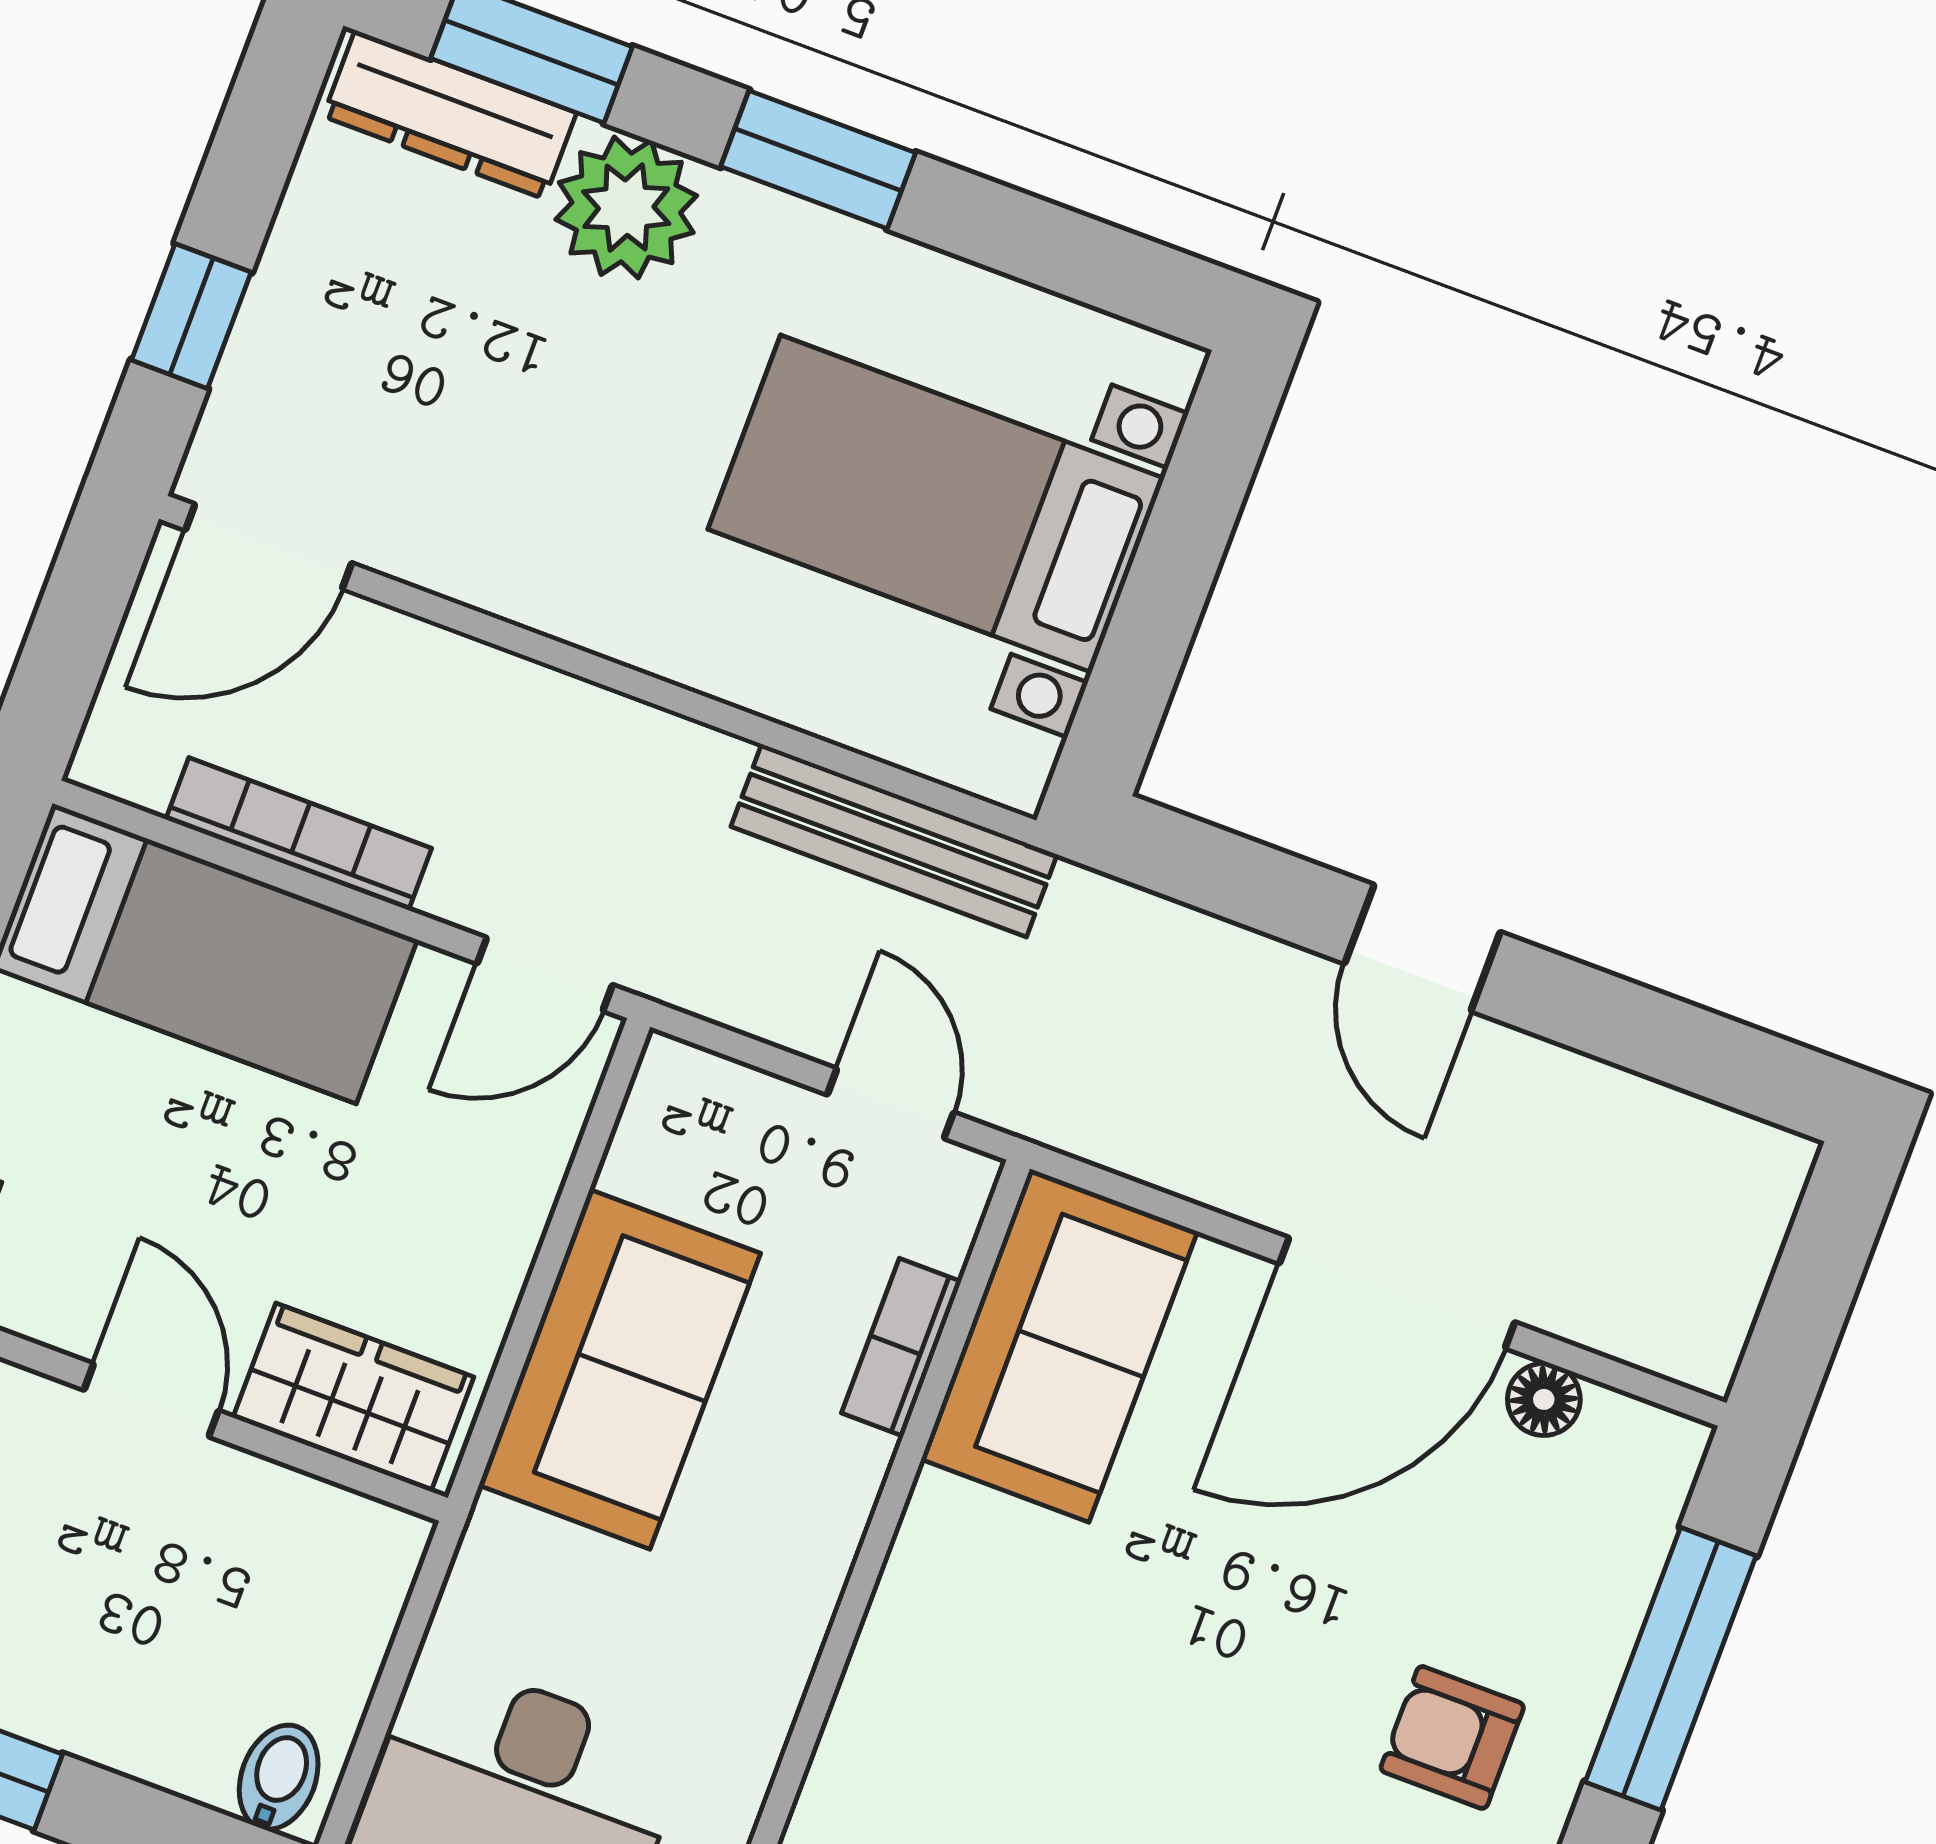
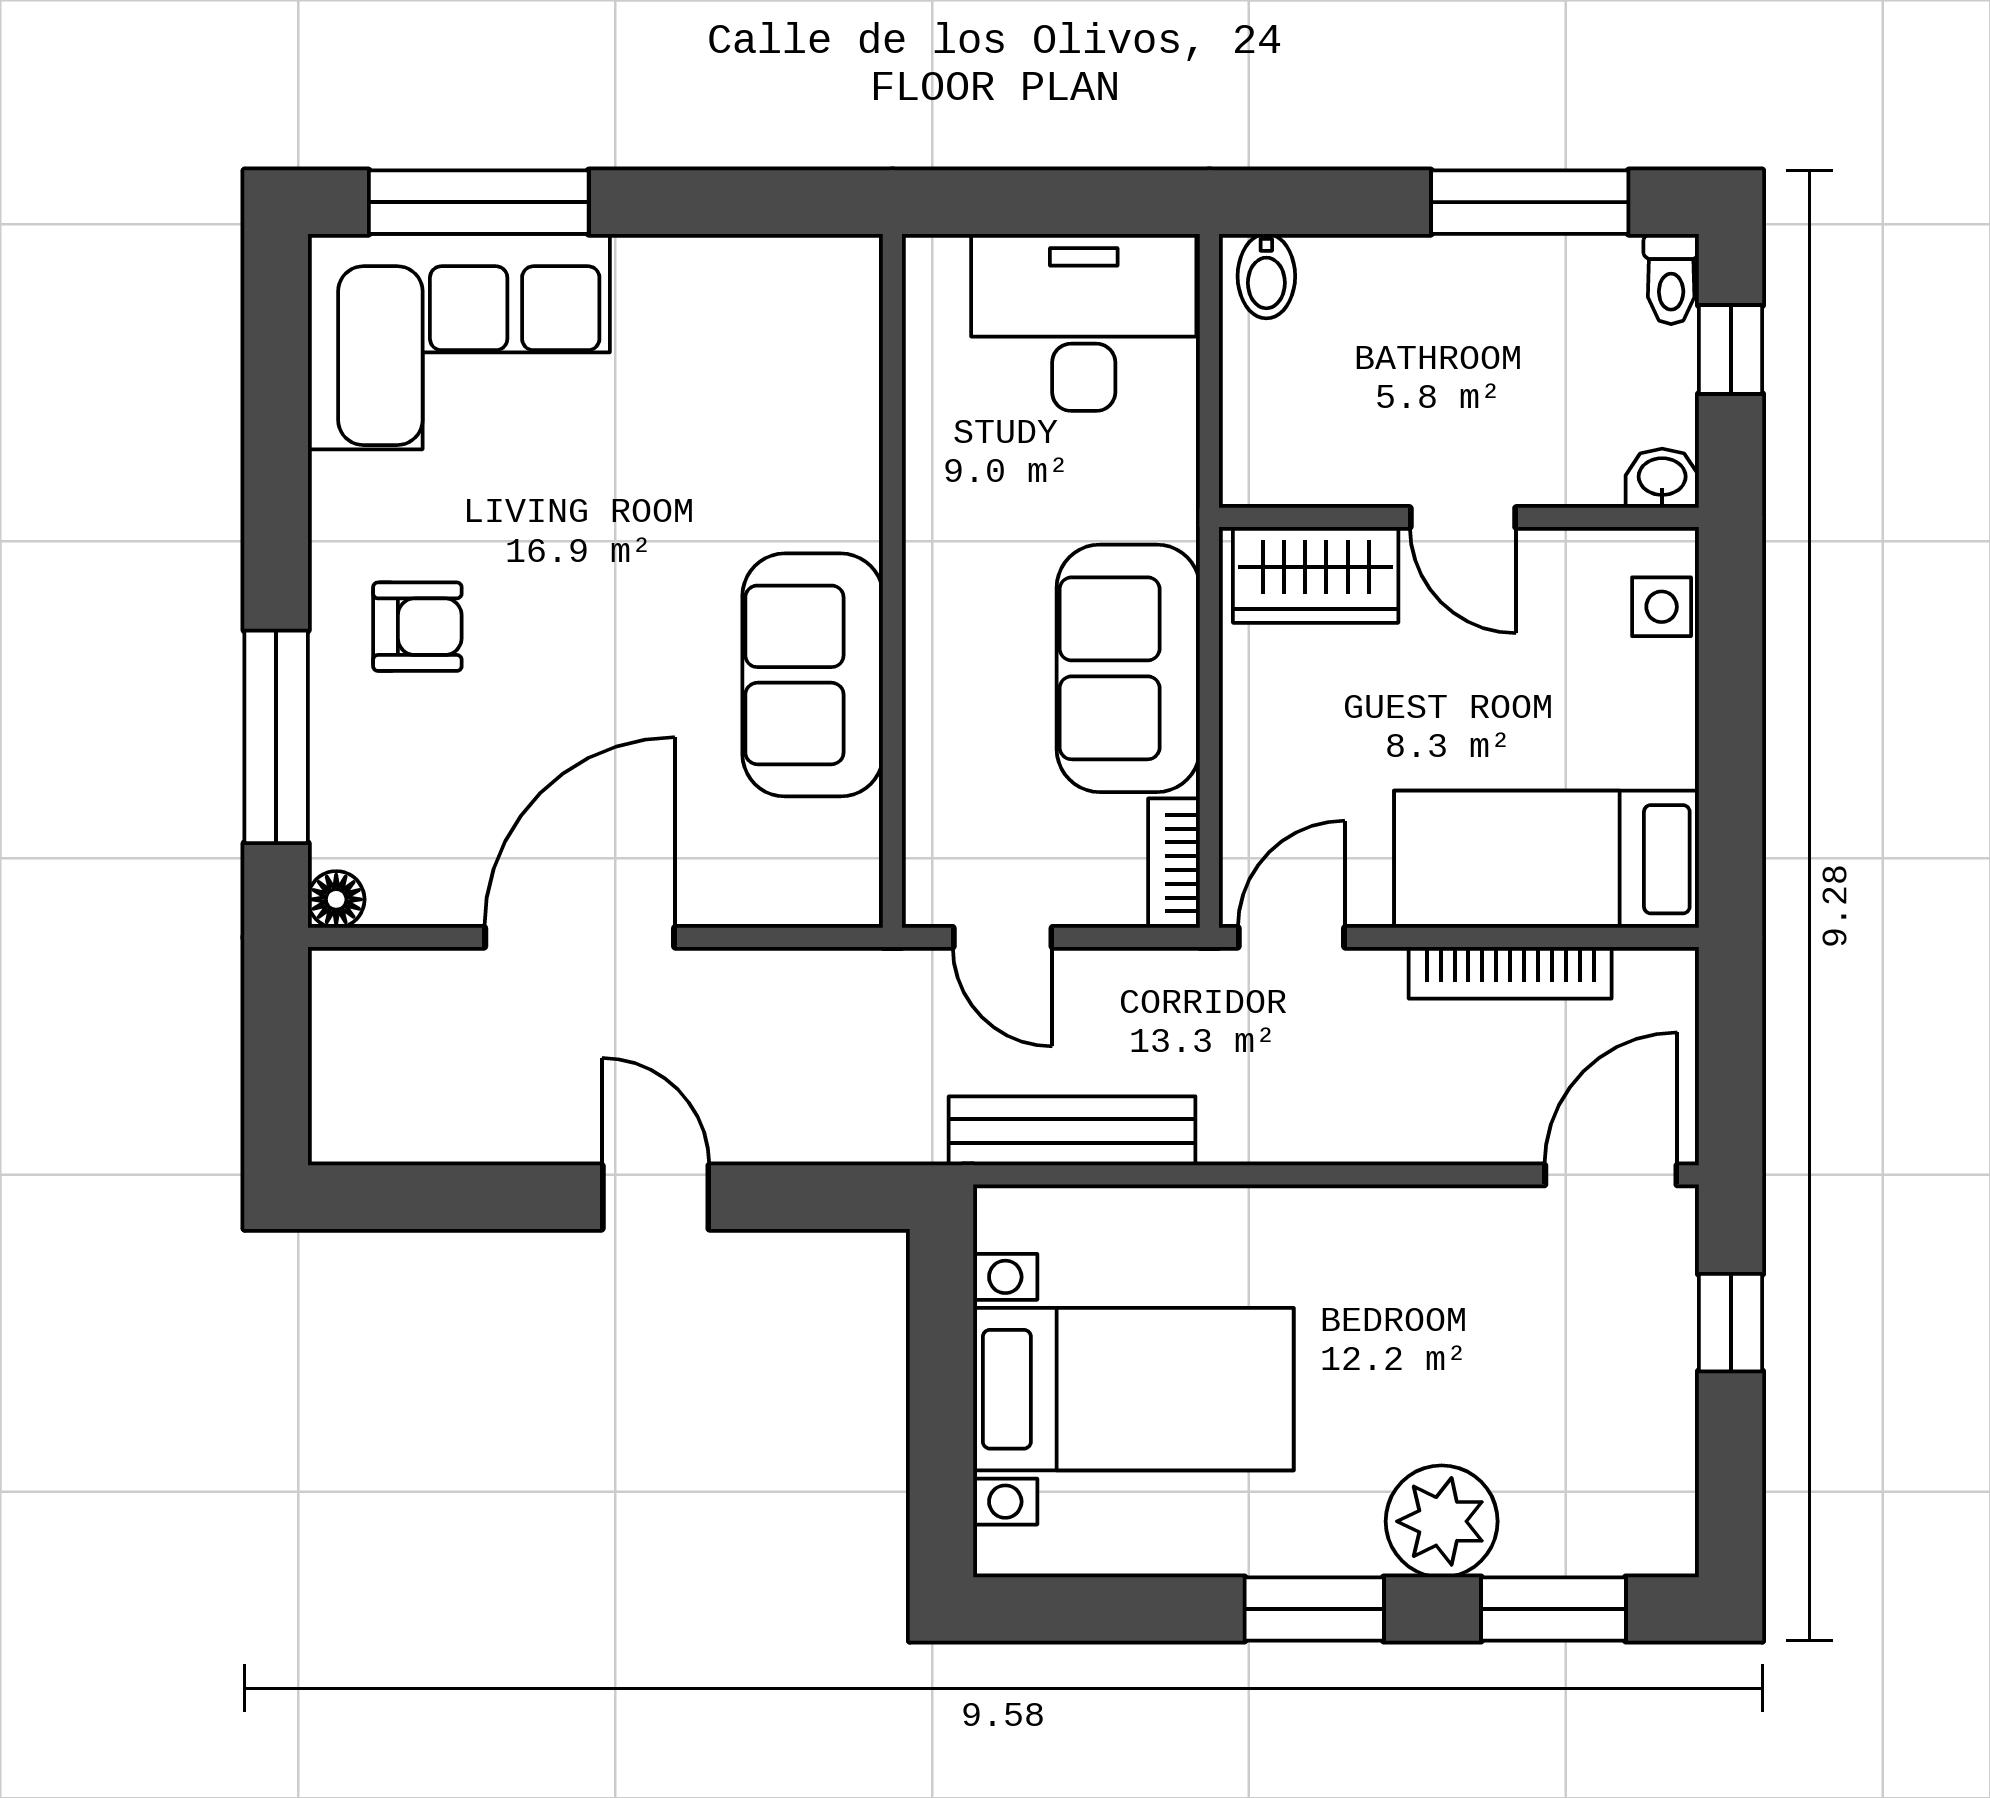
dresser: (450, 115) -> (1596, 1541), removed
sofa: (1059, 1345) -> (813, 675), moved
bookcase: (901, 1347) -> (1174, 863), moved, turned 180
floor lamp: (1544, 1399) -> (336, 899), moved

